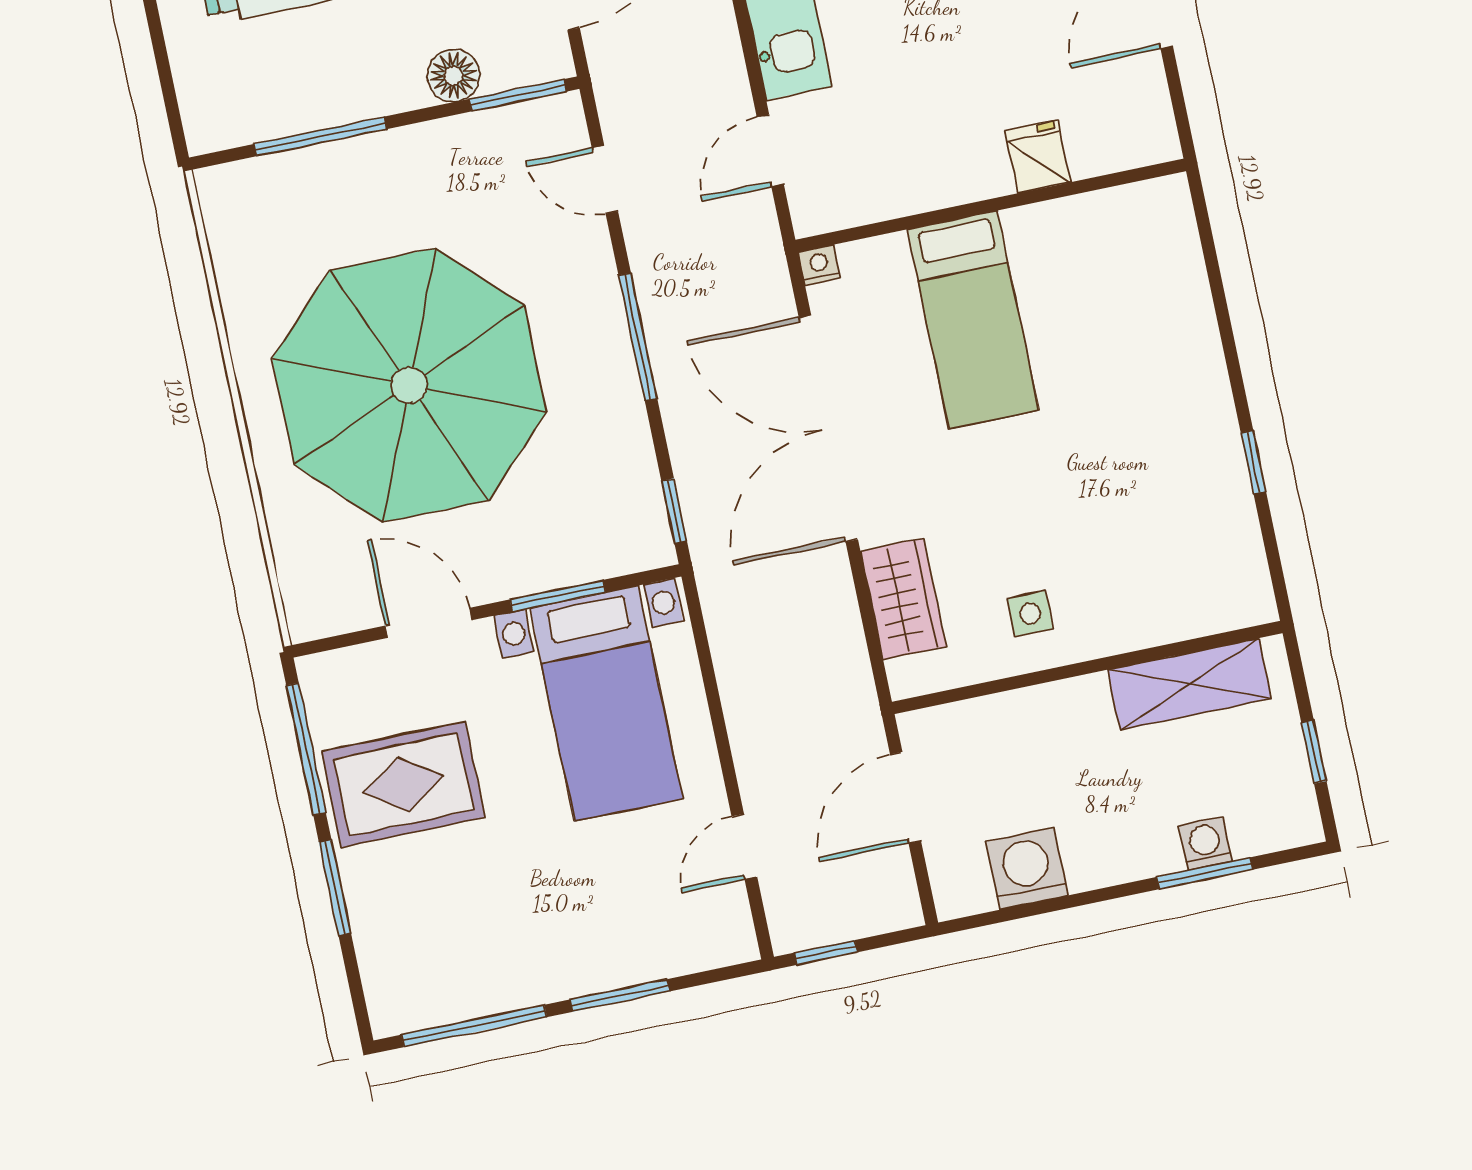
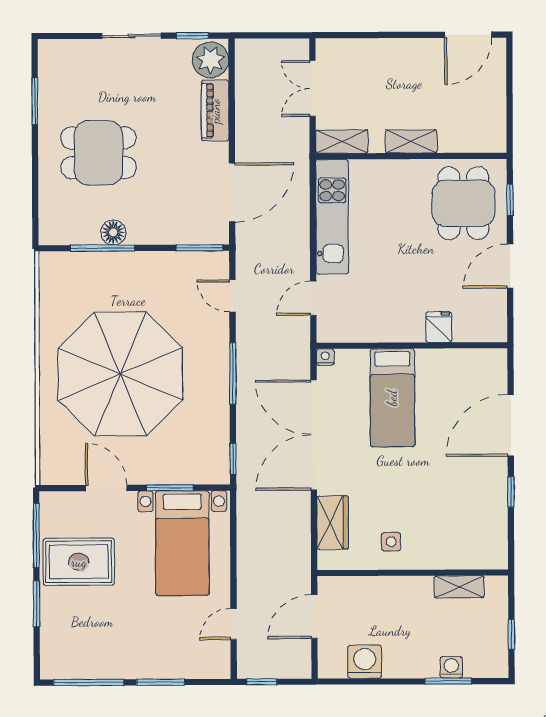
floor lamp: (454, 76) -> (113, 232), moved
door: (1225, 327) -> (511, 425), added
shelving: (1189, 684) -> (459, 587), width x0.67, depth x0.75

